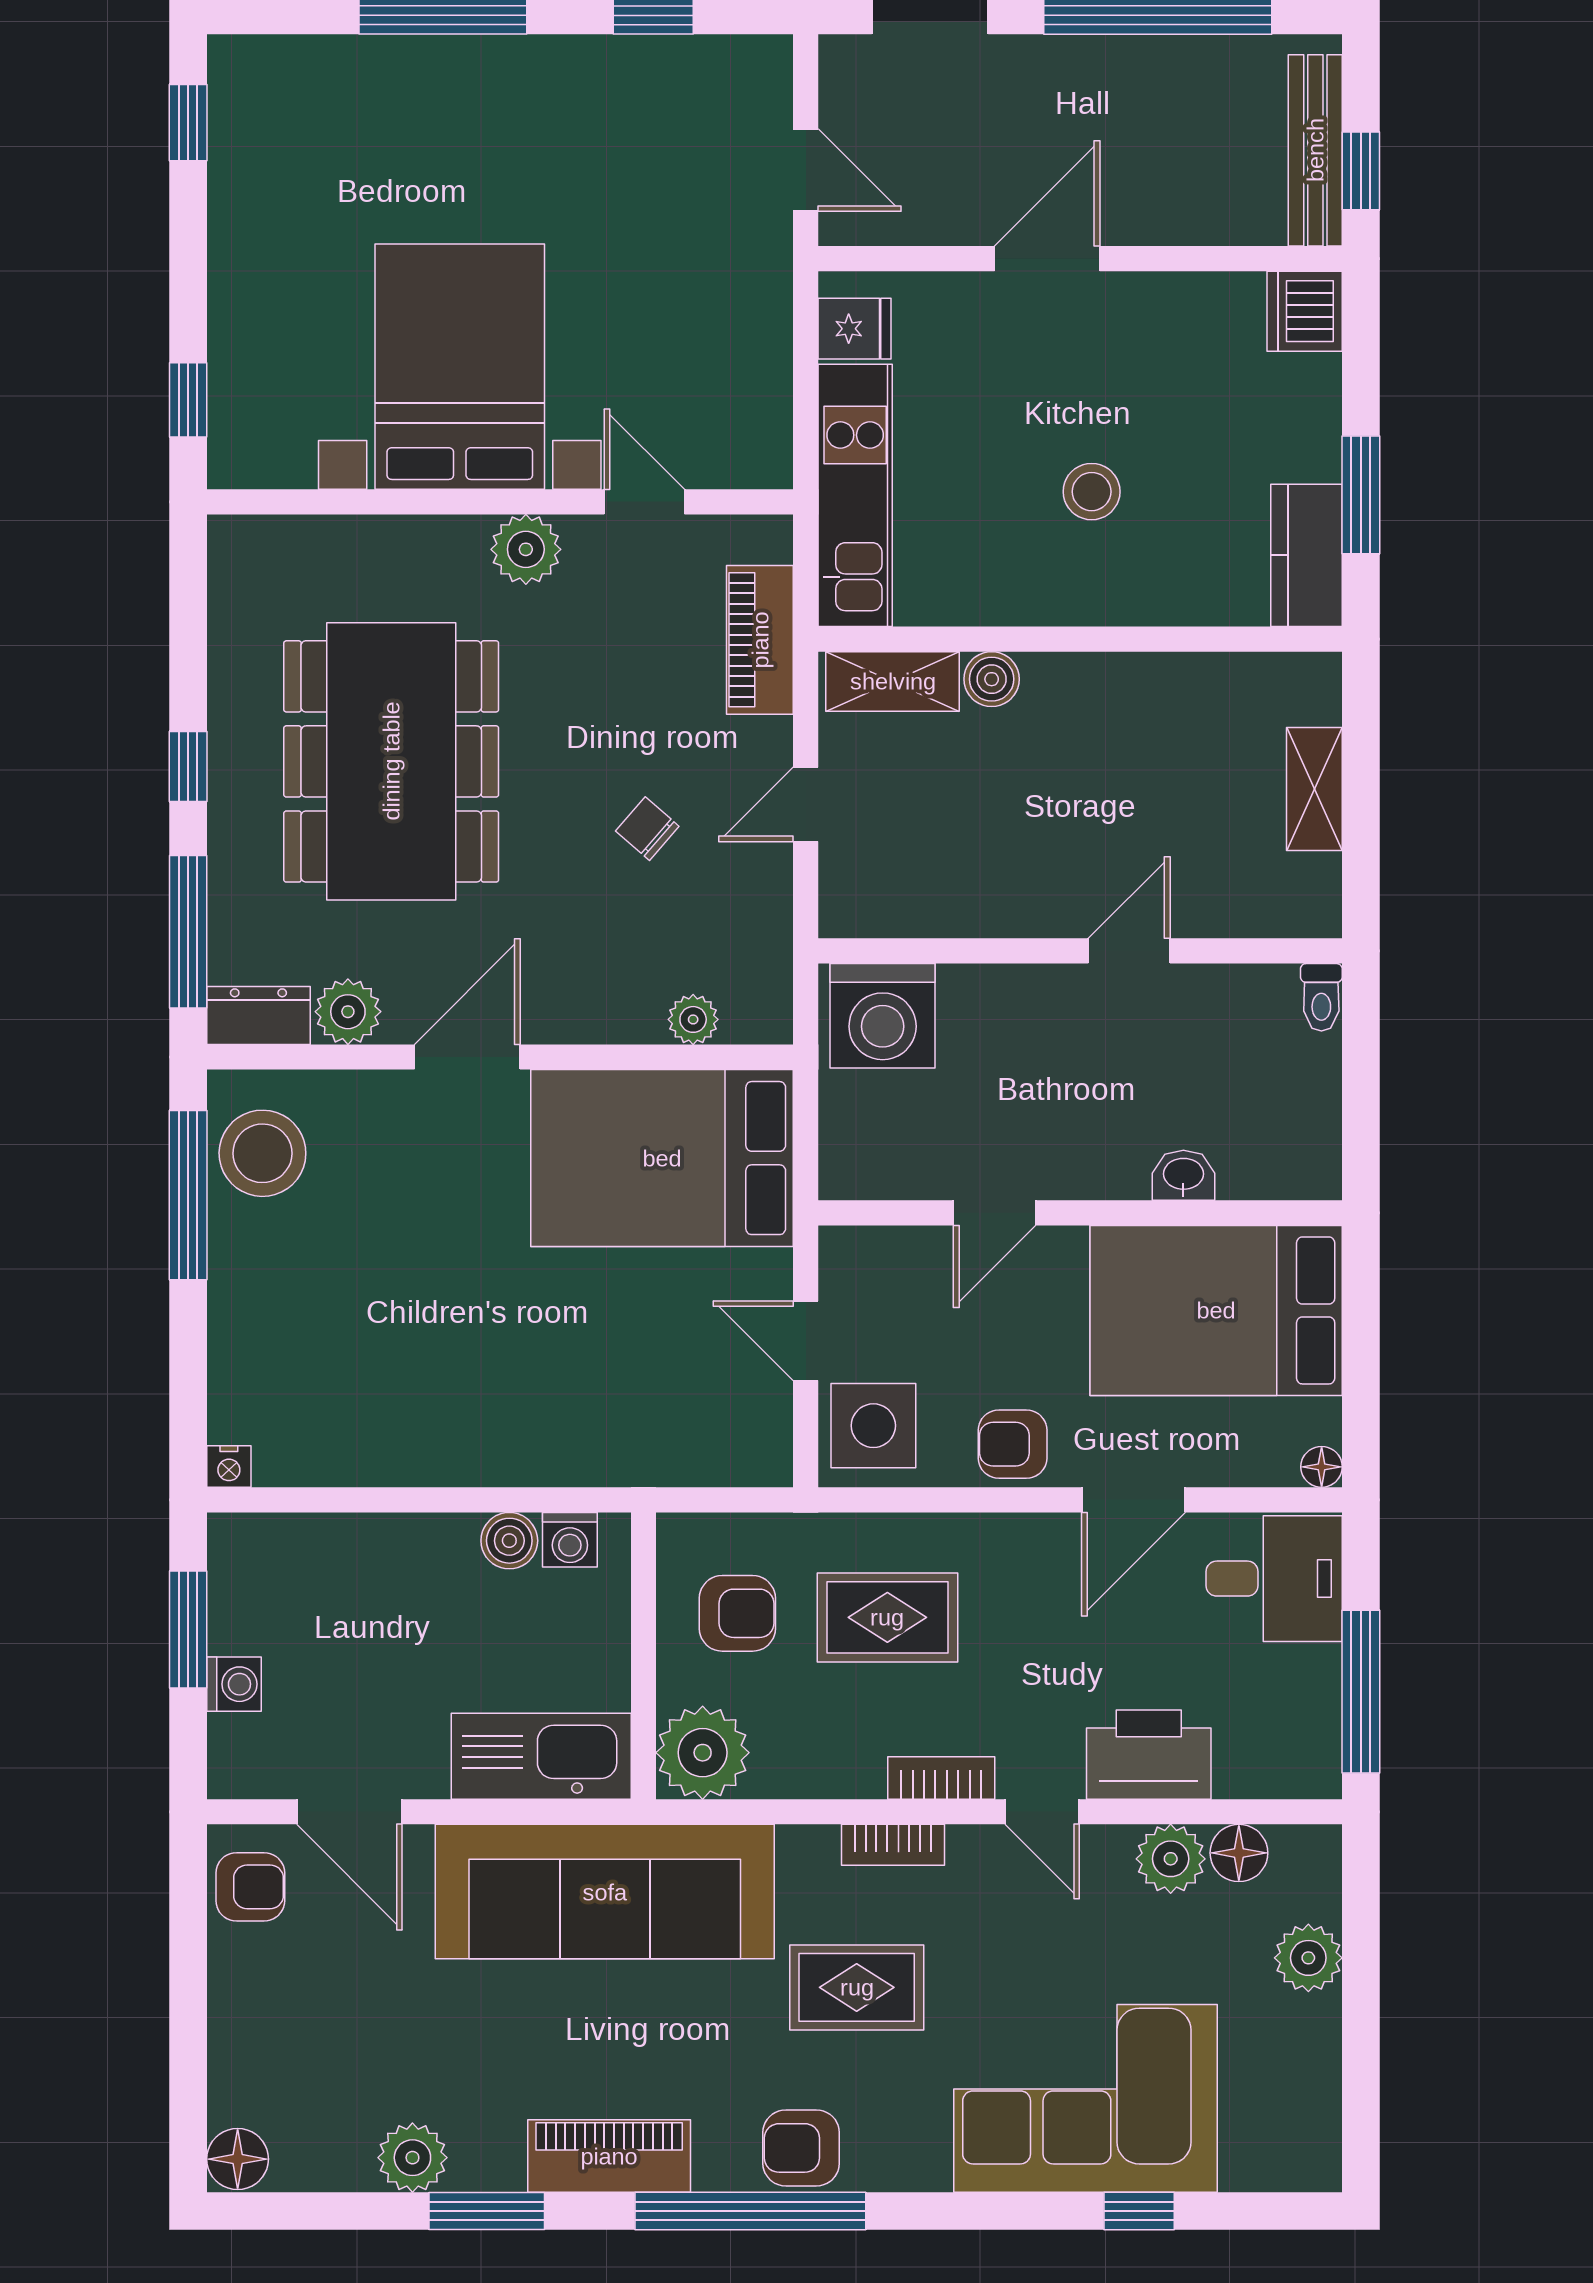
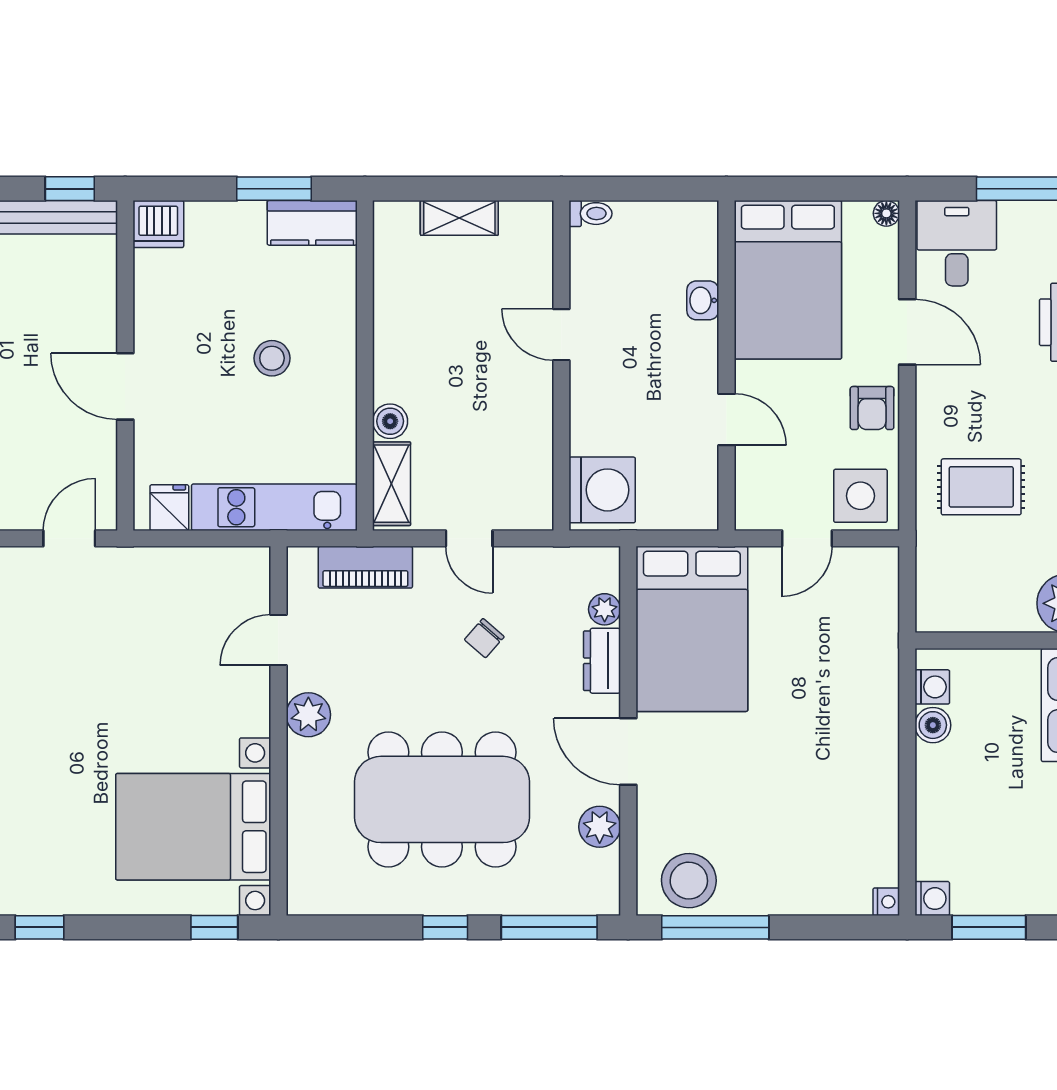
bed with nightstands: (460, 367) -> (193, 827), moved
dresser: (258, 1015) -> (602, 661), moved
armchair: (737, 1613) -> (979, 581), removed
rug: (887, 1617) -> (981, 487), turned 90
washing machine: (234, 1684) -> (932, 899), moved, turned 90

